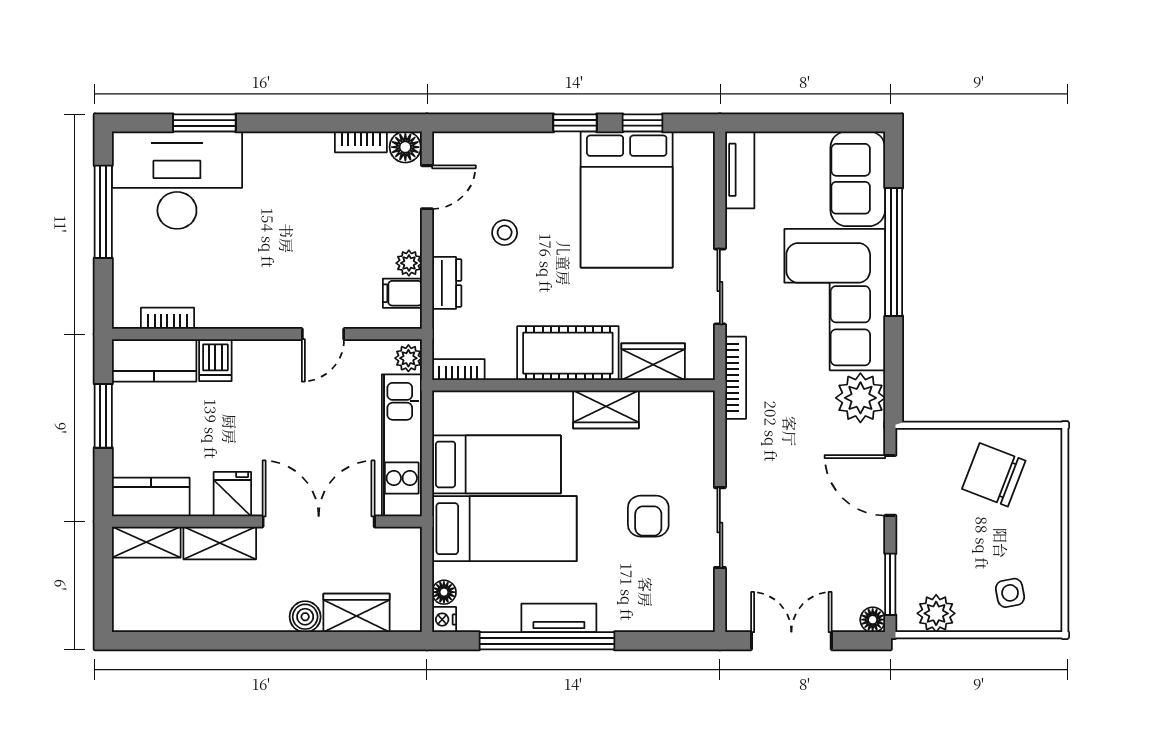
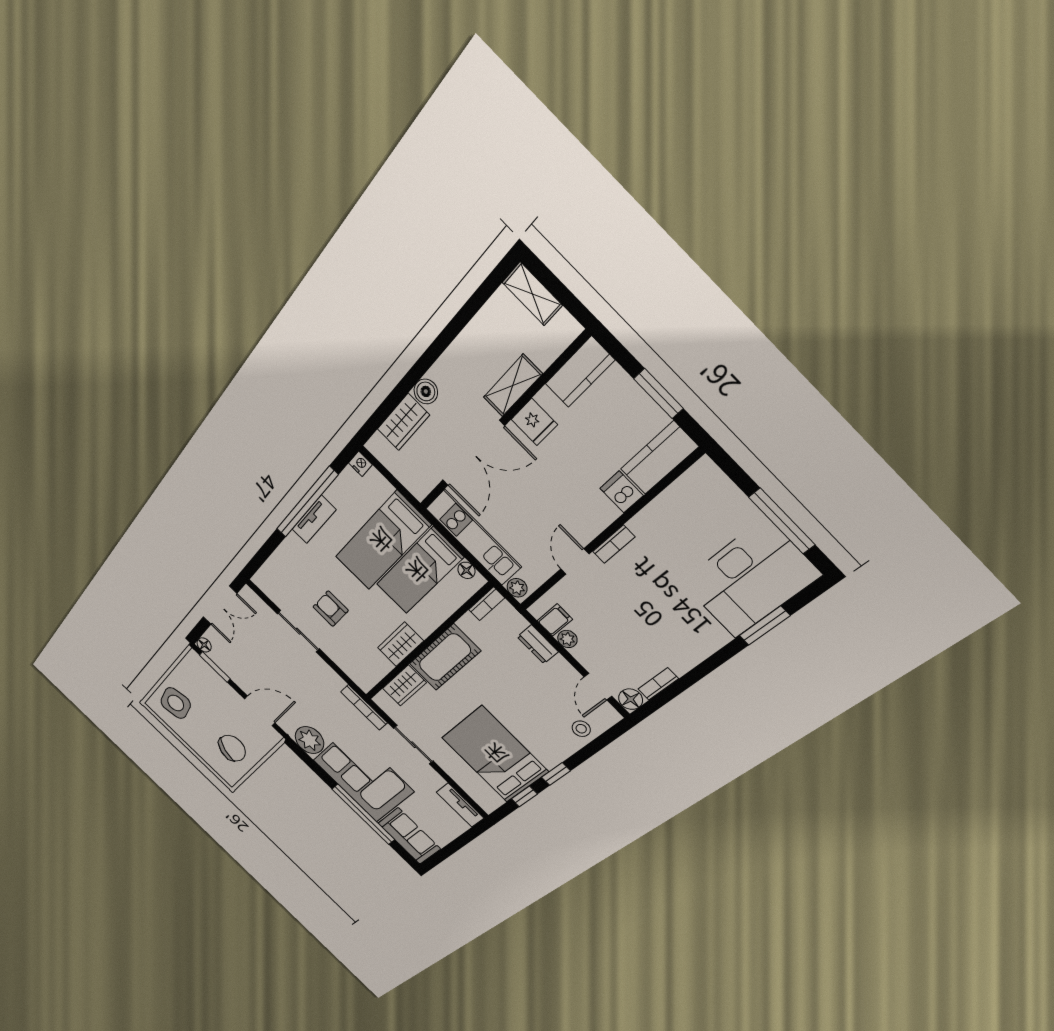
stool: (505, 233) -> (581, 729), moved
bookcase: (167, 318) -> (614, 544), moved
shelving: (146, 542) -> (532, 294), moved, turned 90
floor lamp: (444, 592) -> (466, 570), moved
side table: (1010, 593) -> (176, 703), width x1.87, depth x1.87
plant: (936, 613) -> (188, 670), removed

